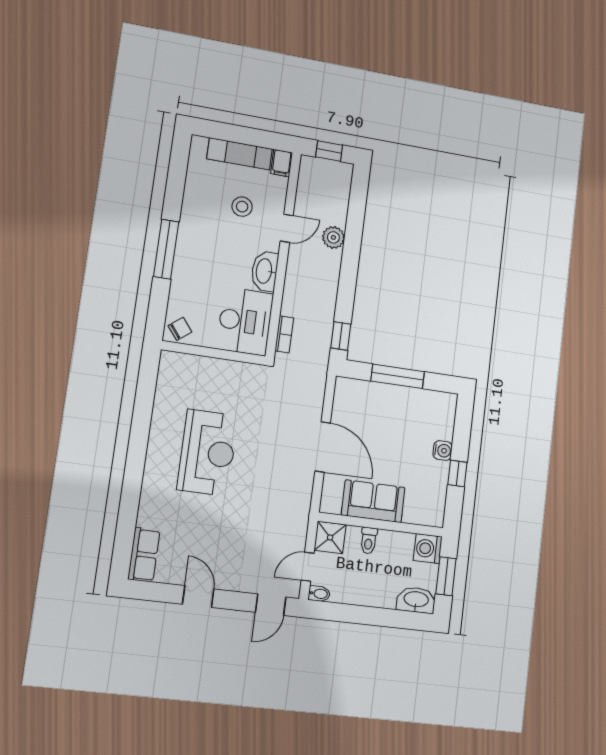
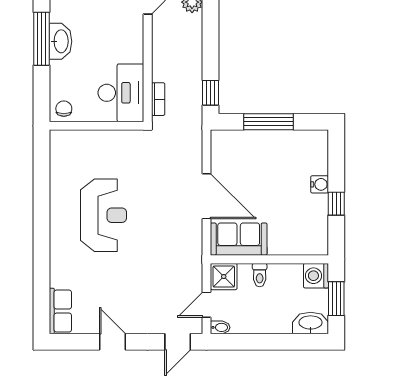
washbasin: (265, 271) -> (60, 41), moved, turned 180
chair: (180, 329) -> (64, 109), turned -52
sofa: (373, 501) -> (239, 239), moved

